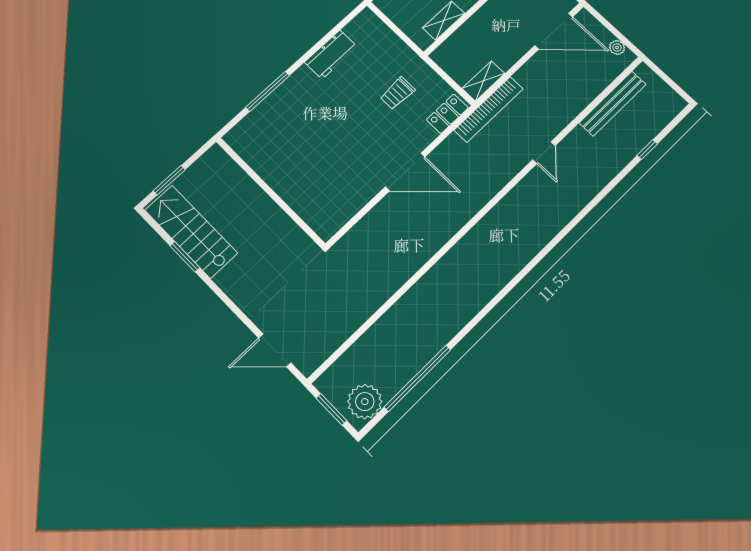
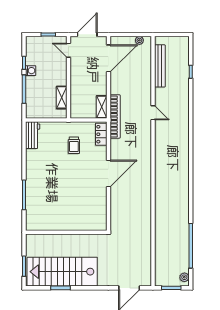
workbench: (331, 55) -> (33, 135), moved
stairs: (191, 232) -> (62, 272), width x1.36, depth x1.51
plant: (365, 402) -> (184, 277), width x0.53, depth x0.53

